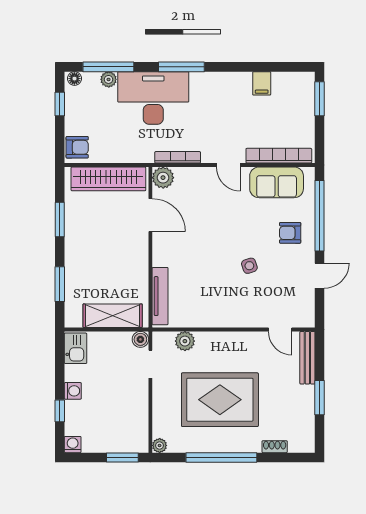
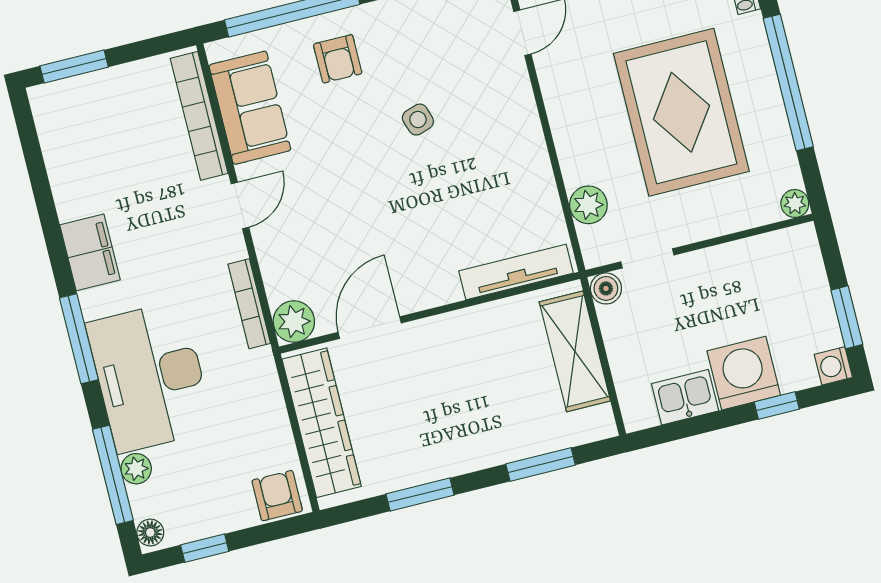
filing cabinet: (262, 83) -> (90, 252), moved, width x2.00
kitchen sink: (76, 348) -> (685, 397), moved
washing machine: (73, 391) -> (744, 373), width x1.89, depth x1.89
window: (122, 457) -> (847, 317), moved

